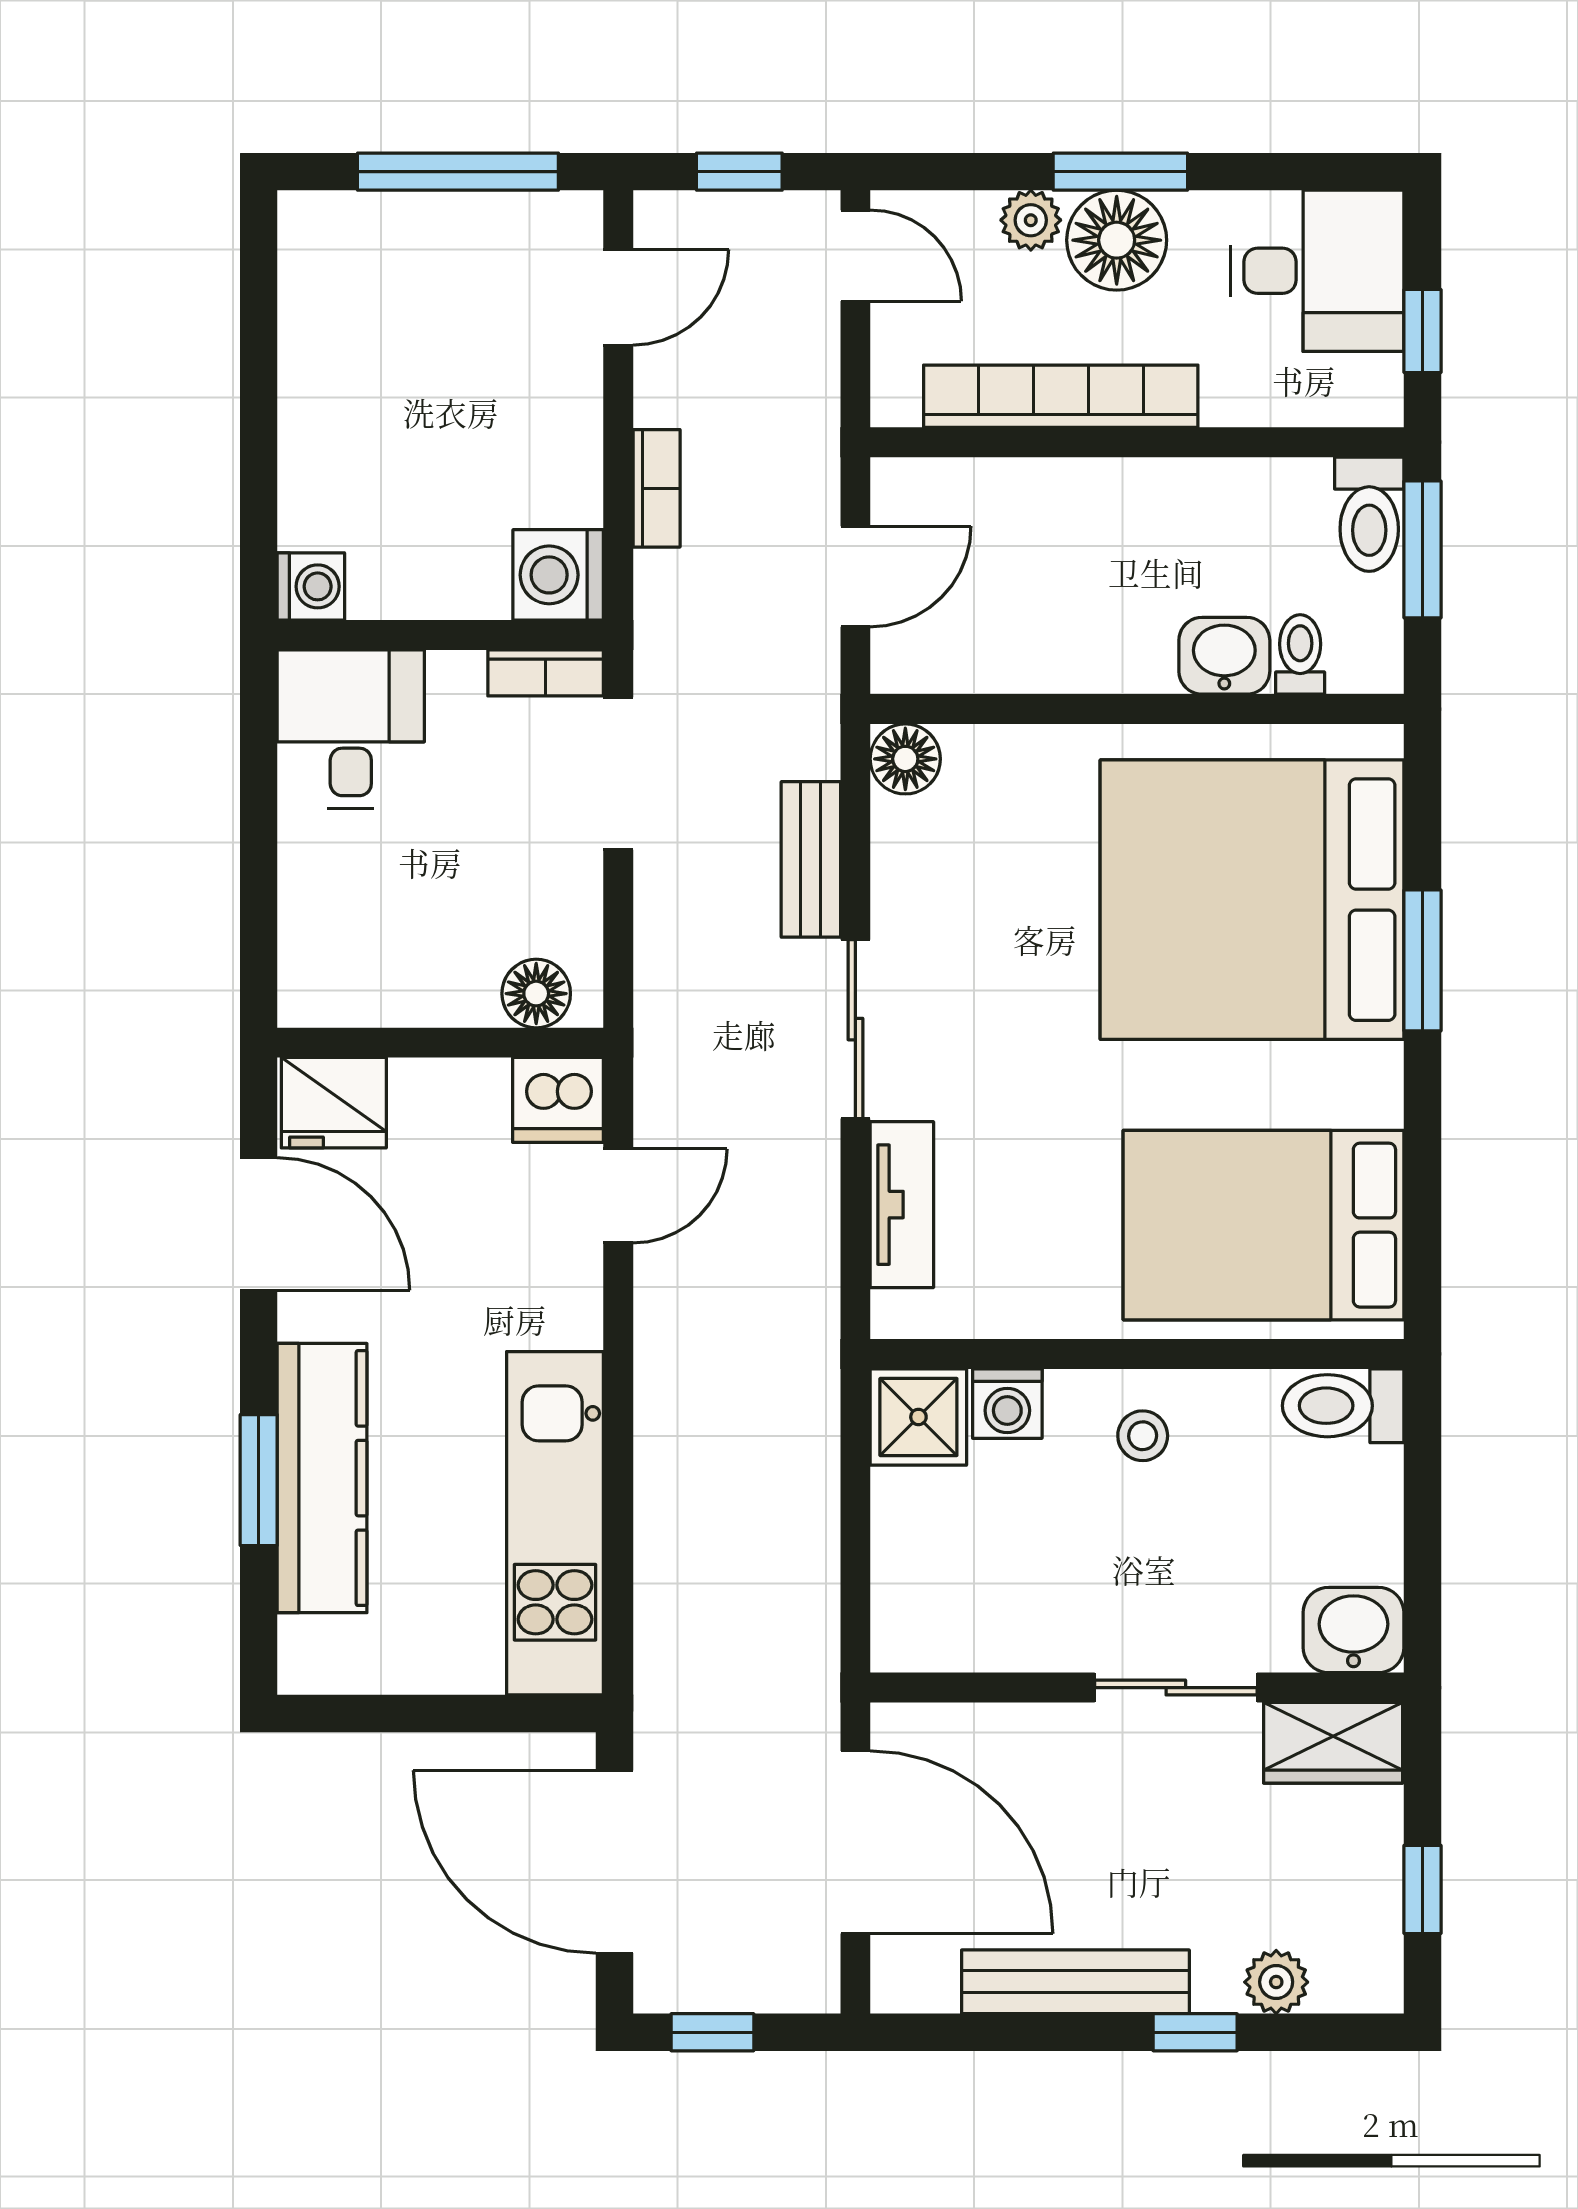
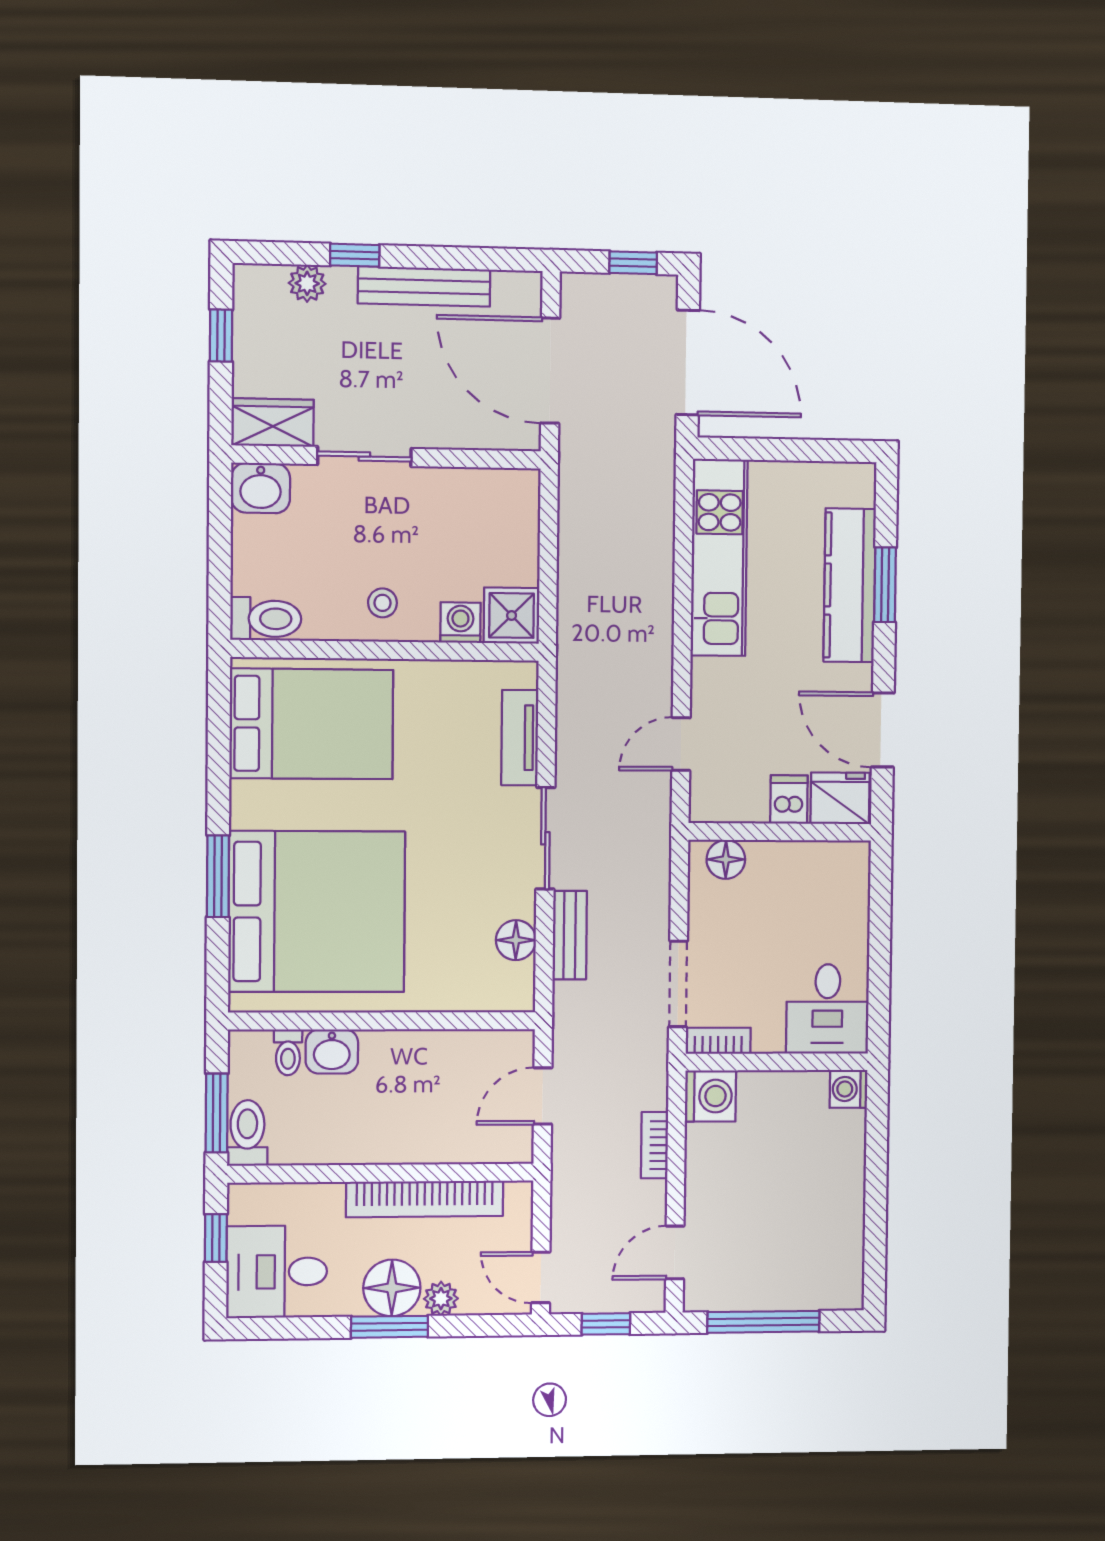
floor lamp: (905, 759) -> (516, 940), moved
dishwasher: (558, 1100) -> (789, 799), moved, width x0.73

